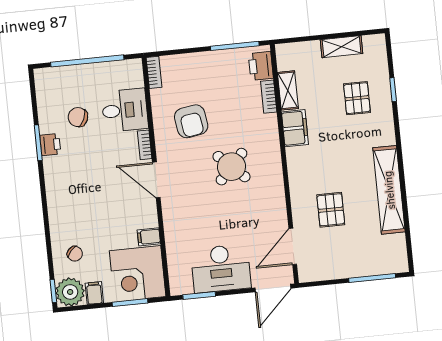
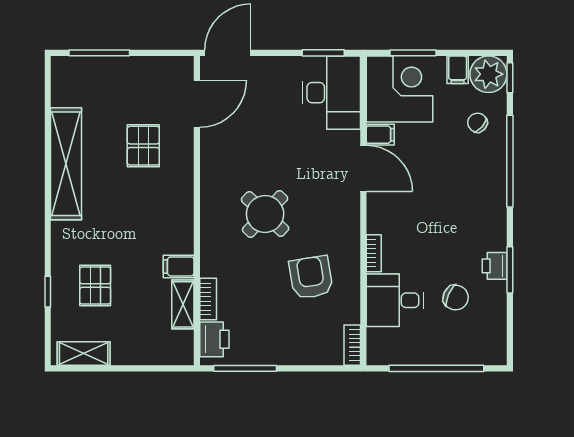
shelving: (342, 47) -> (84, 354), moved
filing cabinet: (295, 128) -> (179, 266), width x0.50
door: (156, 180) -> (363, 168), moved
window: (47, 227) -> (510, 161), added
desk: (221, 268) -> (331, 93), moved, turned 90

